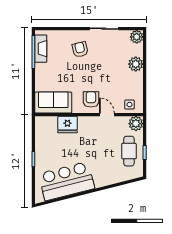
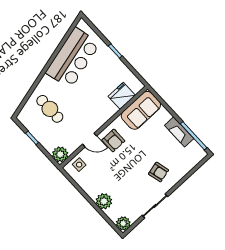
fireplace: (41, 49) -> (179, 132), moved
fridge: (67, 125) -> (122, 96), moved
cafe table: (129, 151) -> (50, 109), moved

